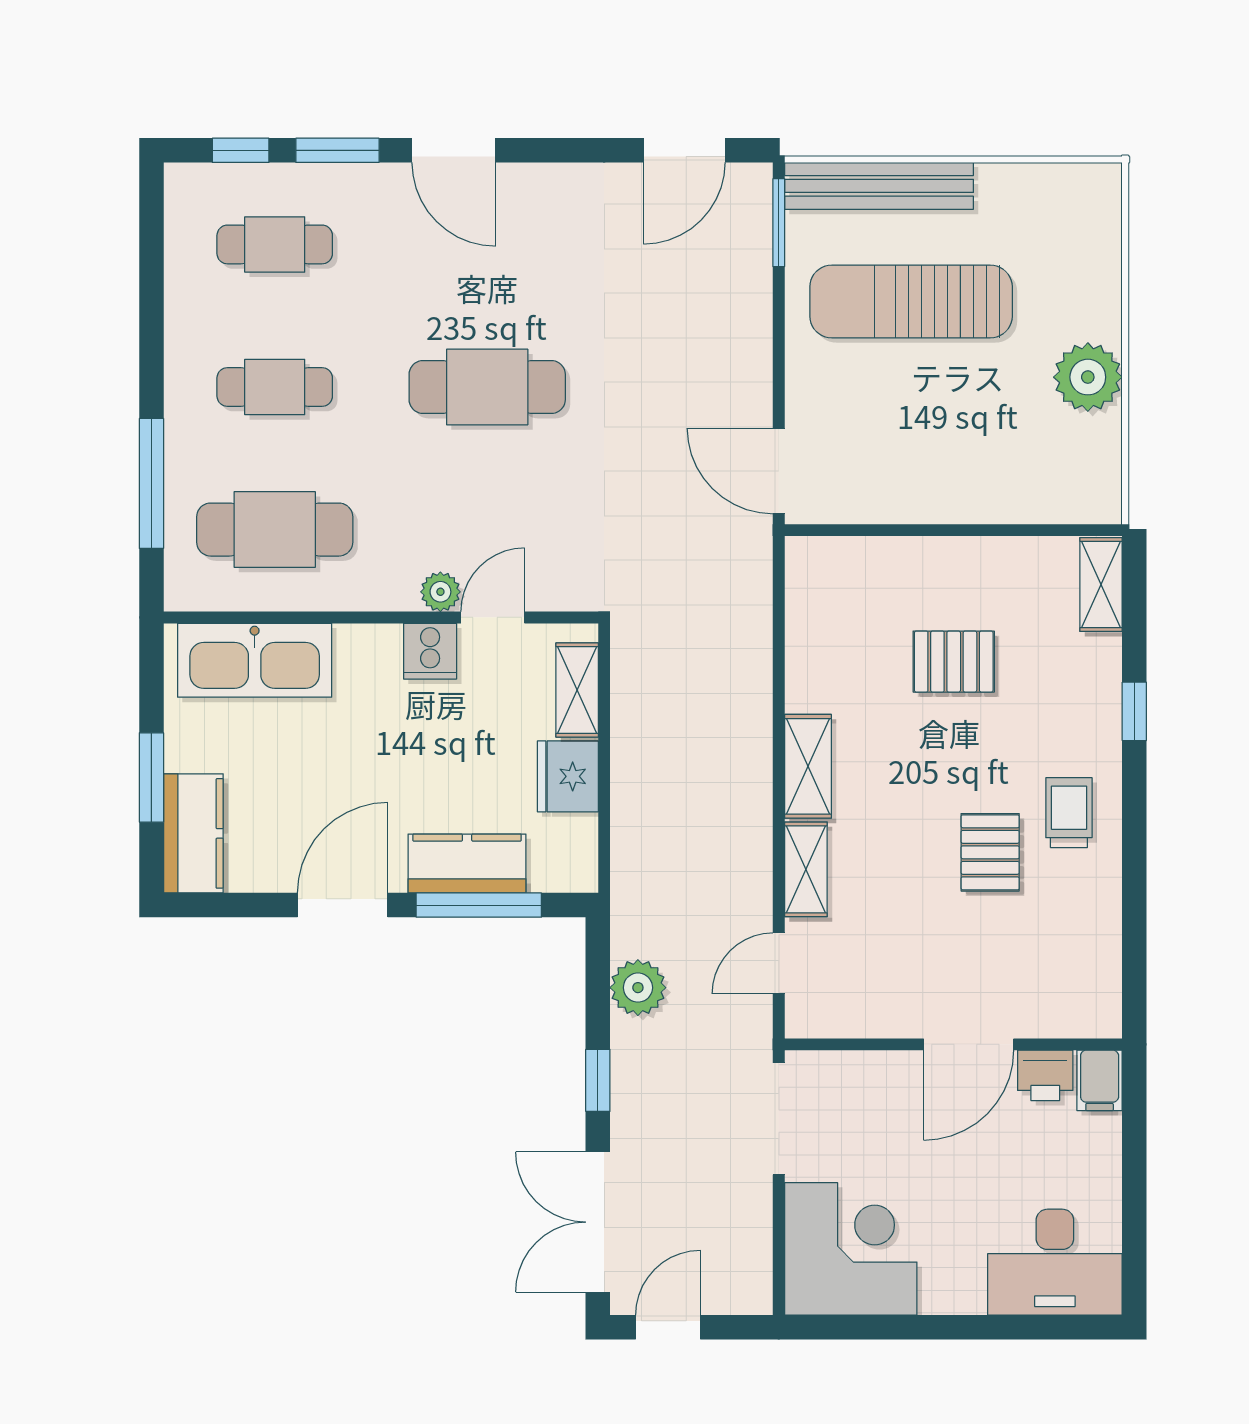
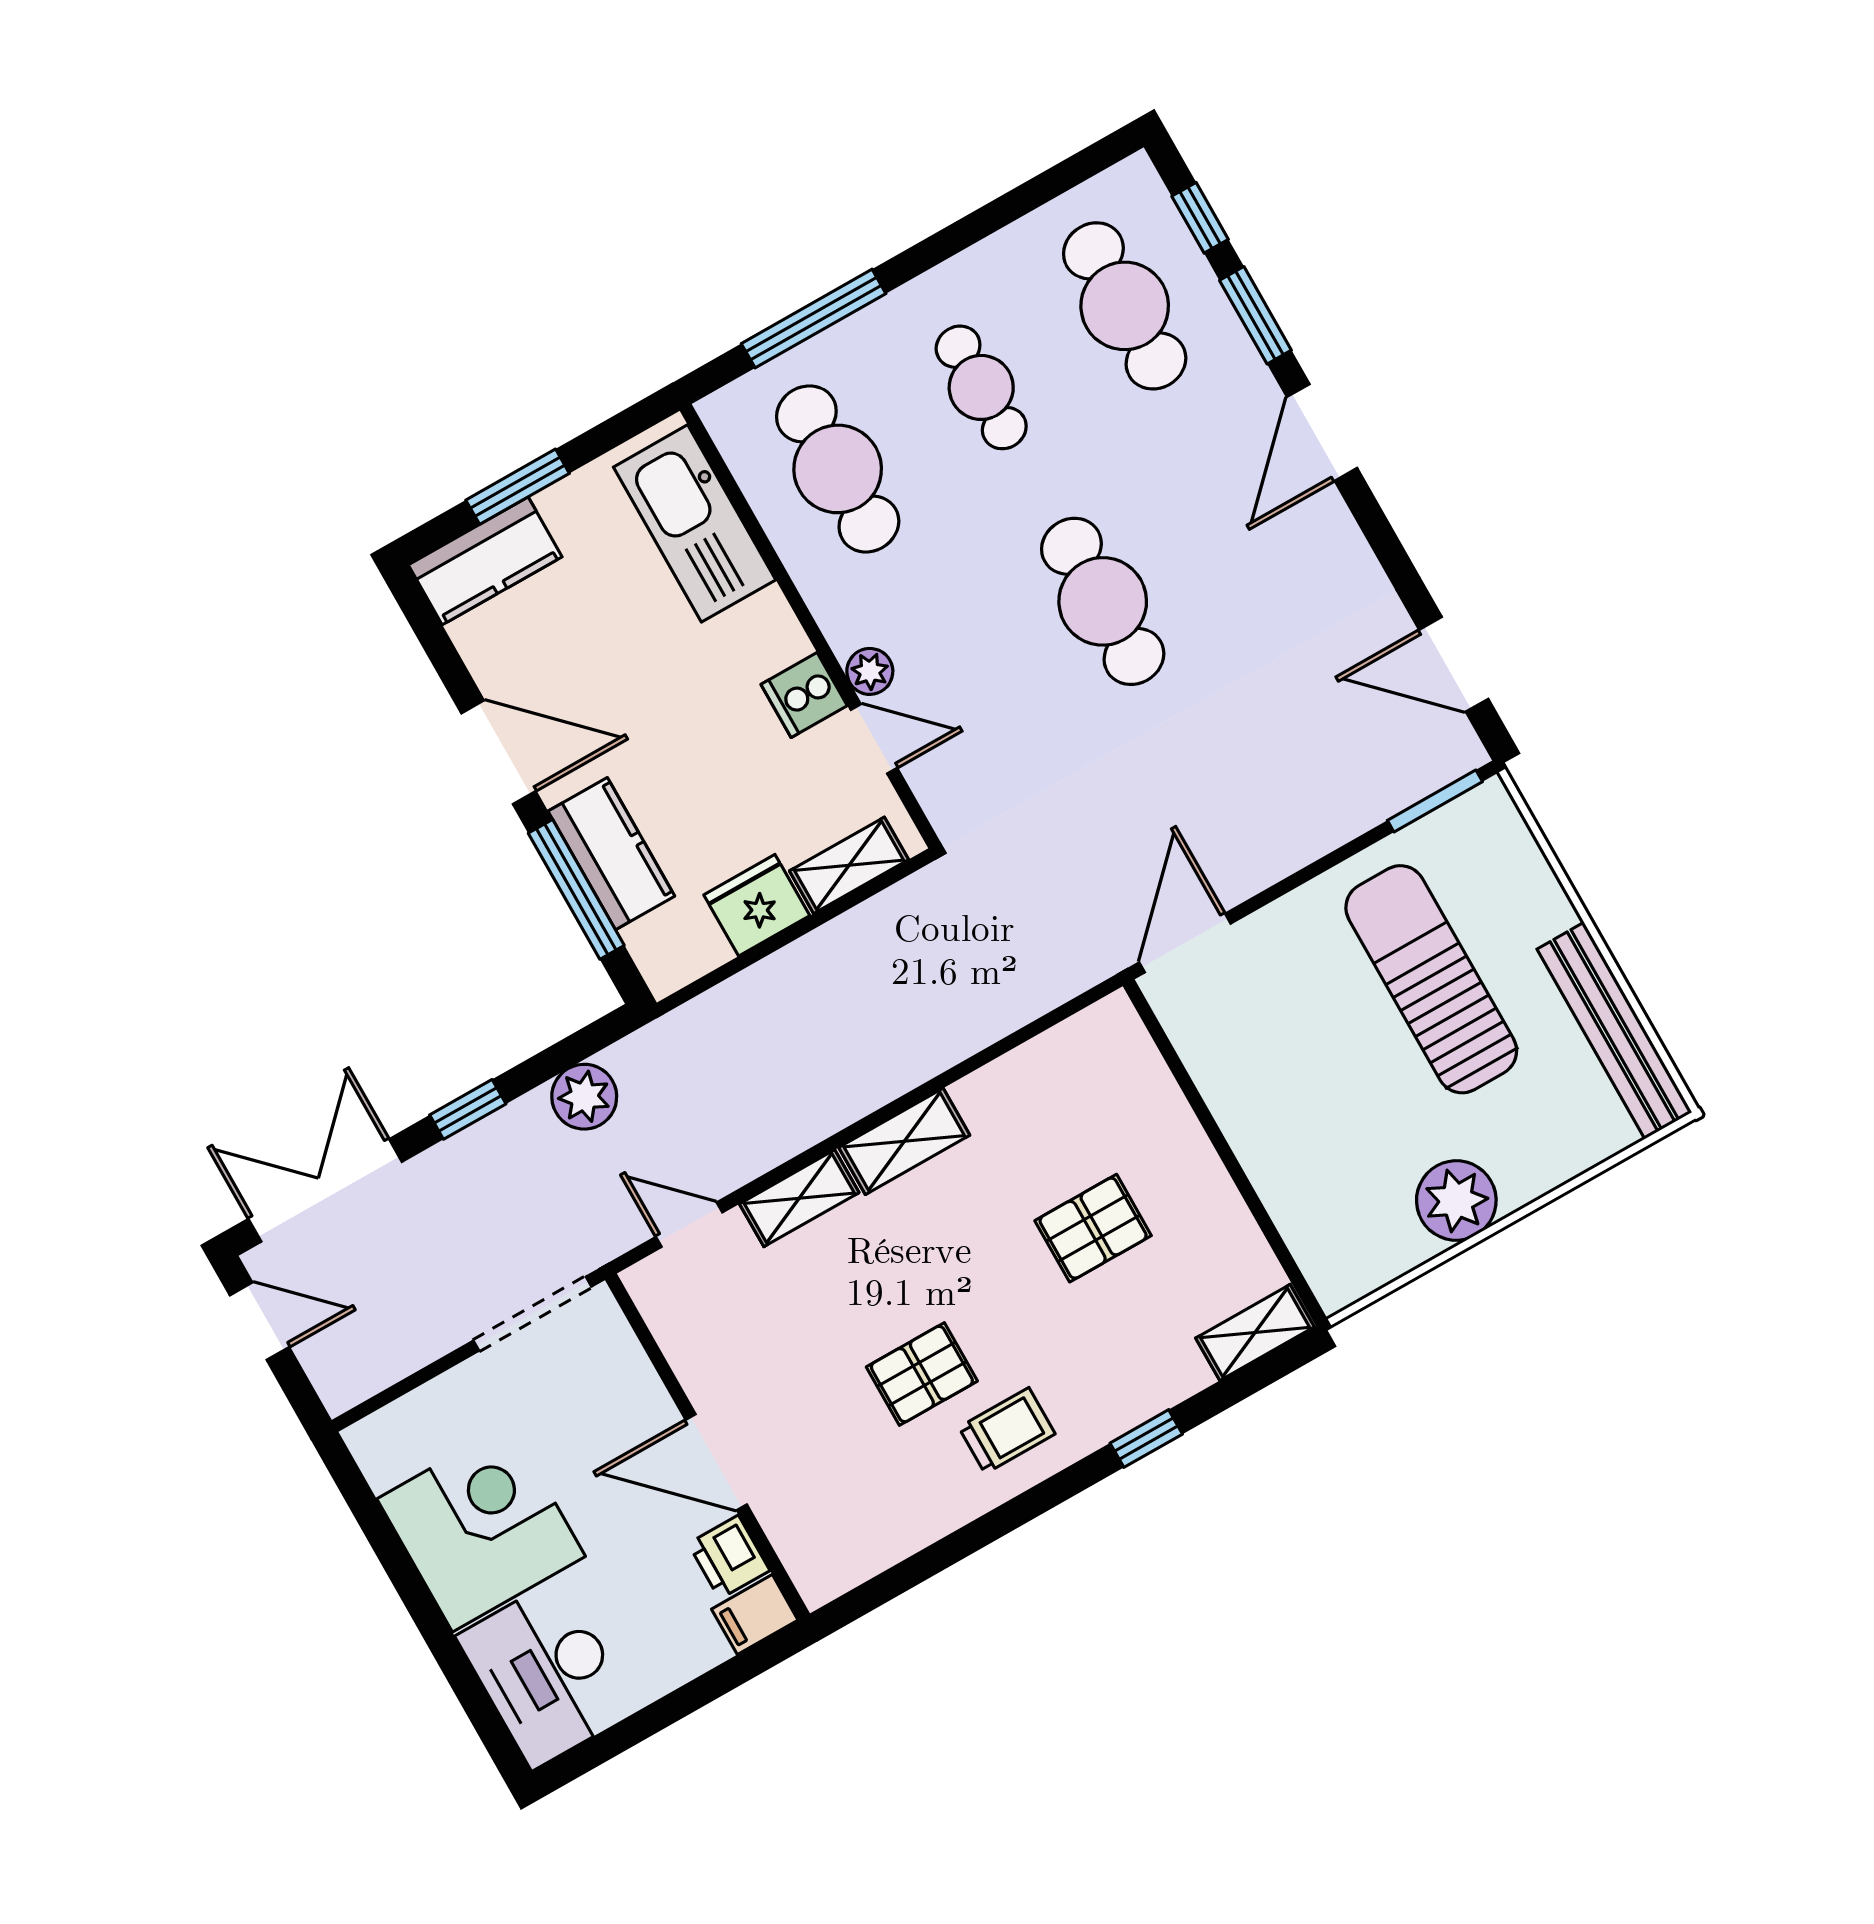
bench: (879, 186) -> (1614, 1031), moved
cafe table: (275, 244) -> (1125, 306), width x1.37, depth x1.35
pallet: (954, 662) -> (1093, 1228), turned 90
corner desk: (851, 1249) -> (481, 1528), moved, turned -90

